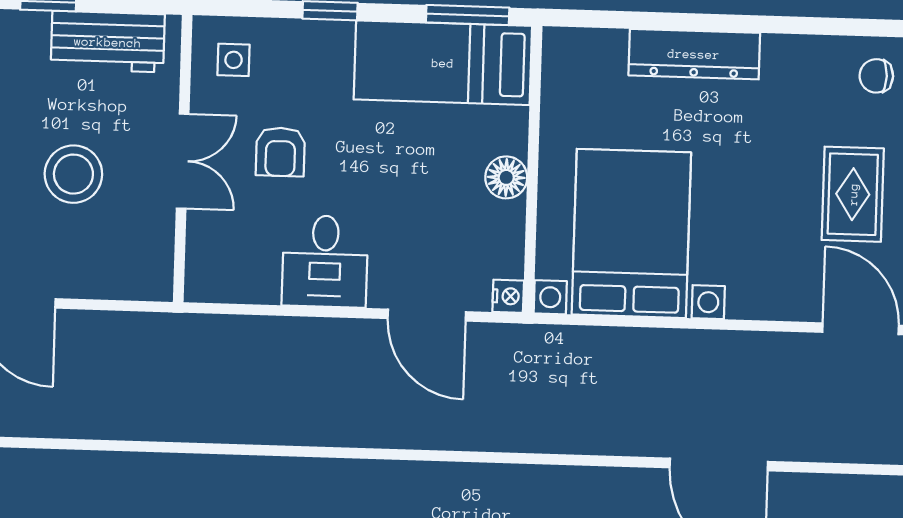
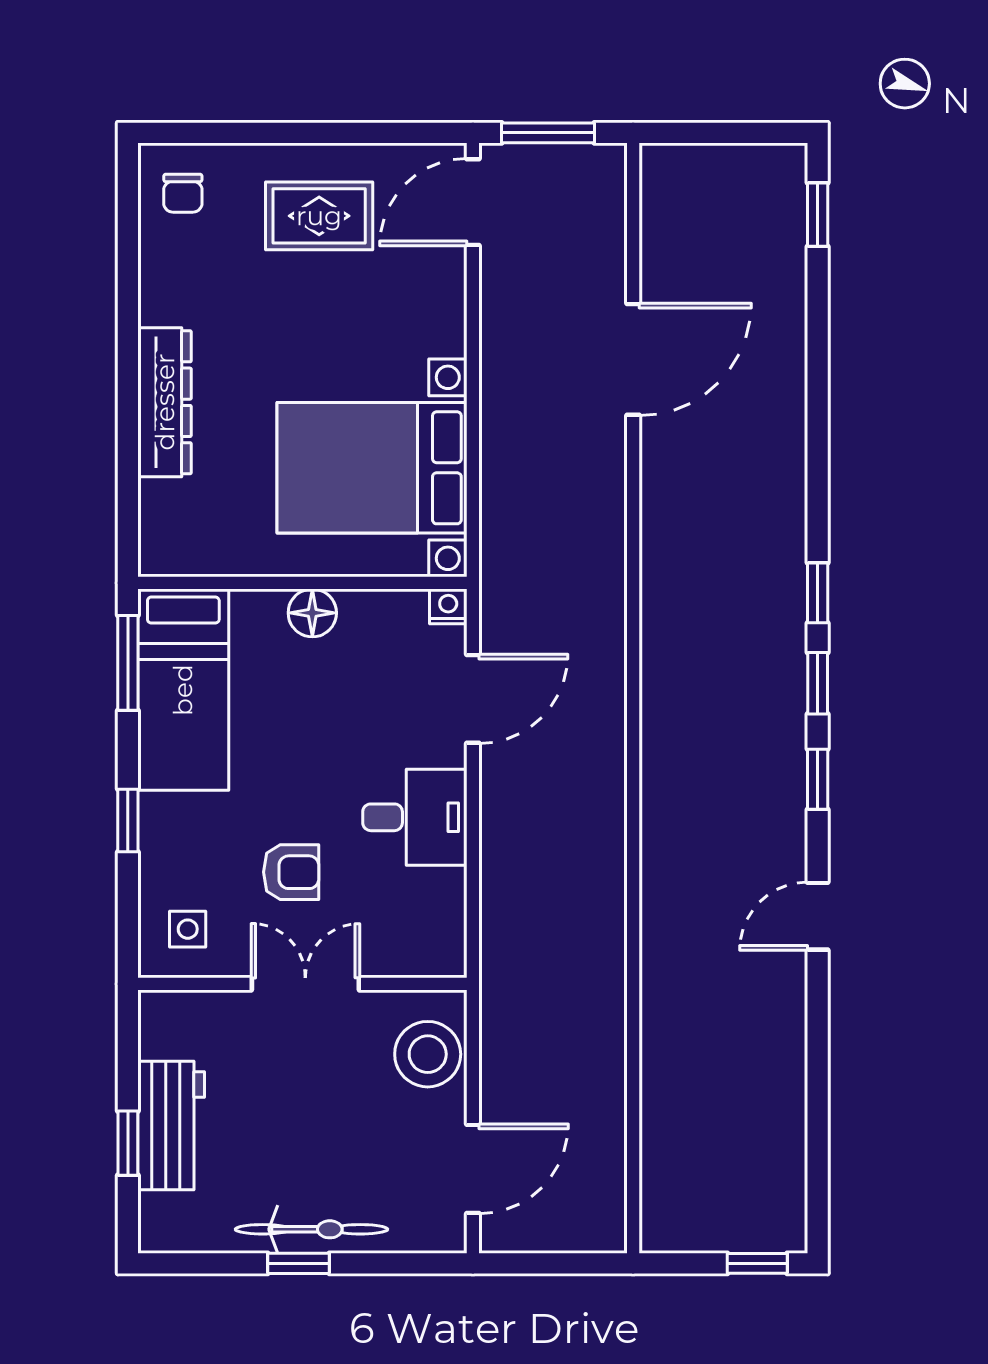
workbench: (108, 42) -> (171, 1126), moved
stool: (73, 174) -> (428, 1054), moved

